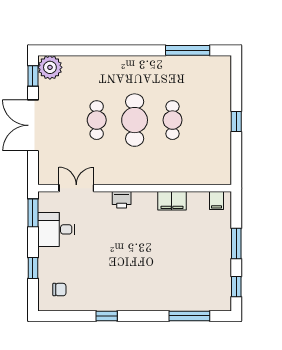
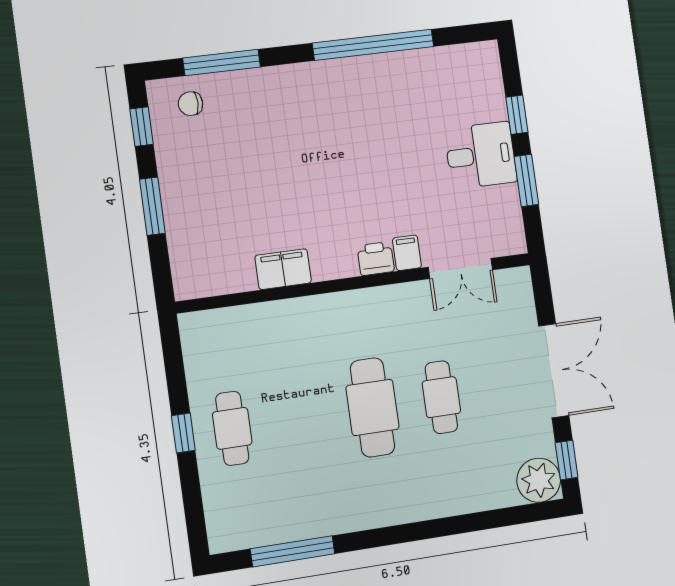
cafe table: (173, 120) -> (232, 428), moved
filing cabinet: (217, 201) -> (407, 253), moved
window: (33, 213) -> (526, 180), moved
desk: (56, 229) -> (481, 155), moved
chair: (59, 290) -> (190, 104), moved
window: (107, 316) -> (373, 45), width x3.17

